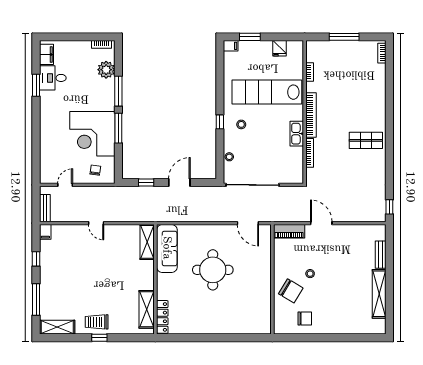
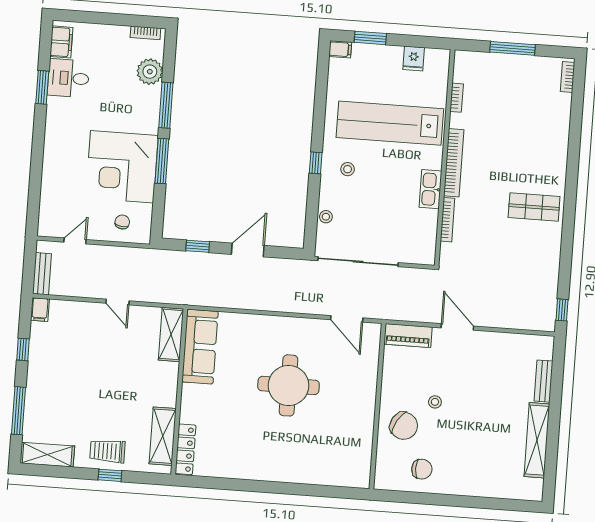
shelving: (147, 242) -> (171, 334), moved
sofa: (167, 248) -> (200, 347), moved
wall: (155, 279) -> (179, 392), moved
shelving: (147, 309) -> (163, 436), moved
locker: (162, 317) -> (185, 449), moved

